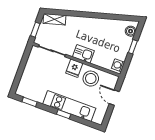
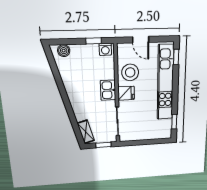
window: (133, 47) -> (94, 41), moved
door: (114, 98) -> (141, 40), hinge flipped
kitchen unit: (69, 106) -> (165, 83), width x1.36
window: (64, 114) -> (176, 57), moved

